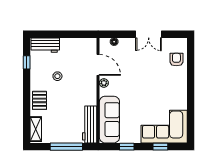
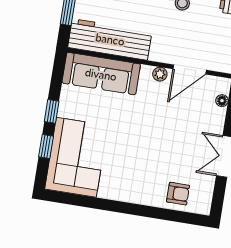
workbench: (90, 124) -> (110, 39), width x1.36, depth x1.32
window: (127, 147) -> (52, 111), moved

